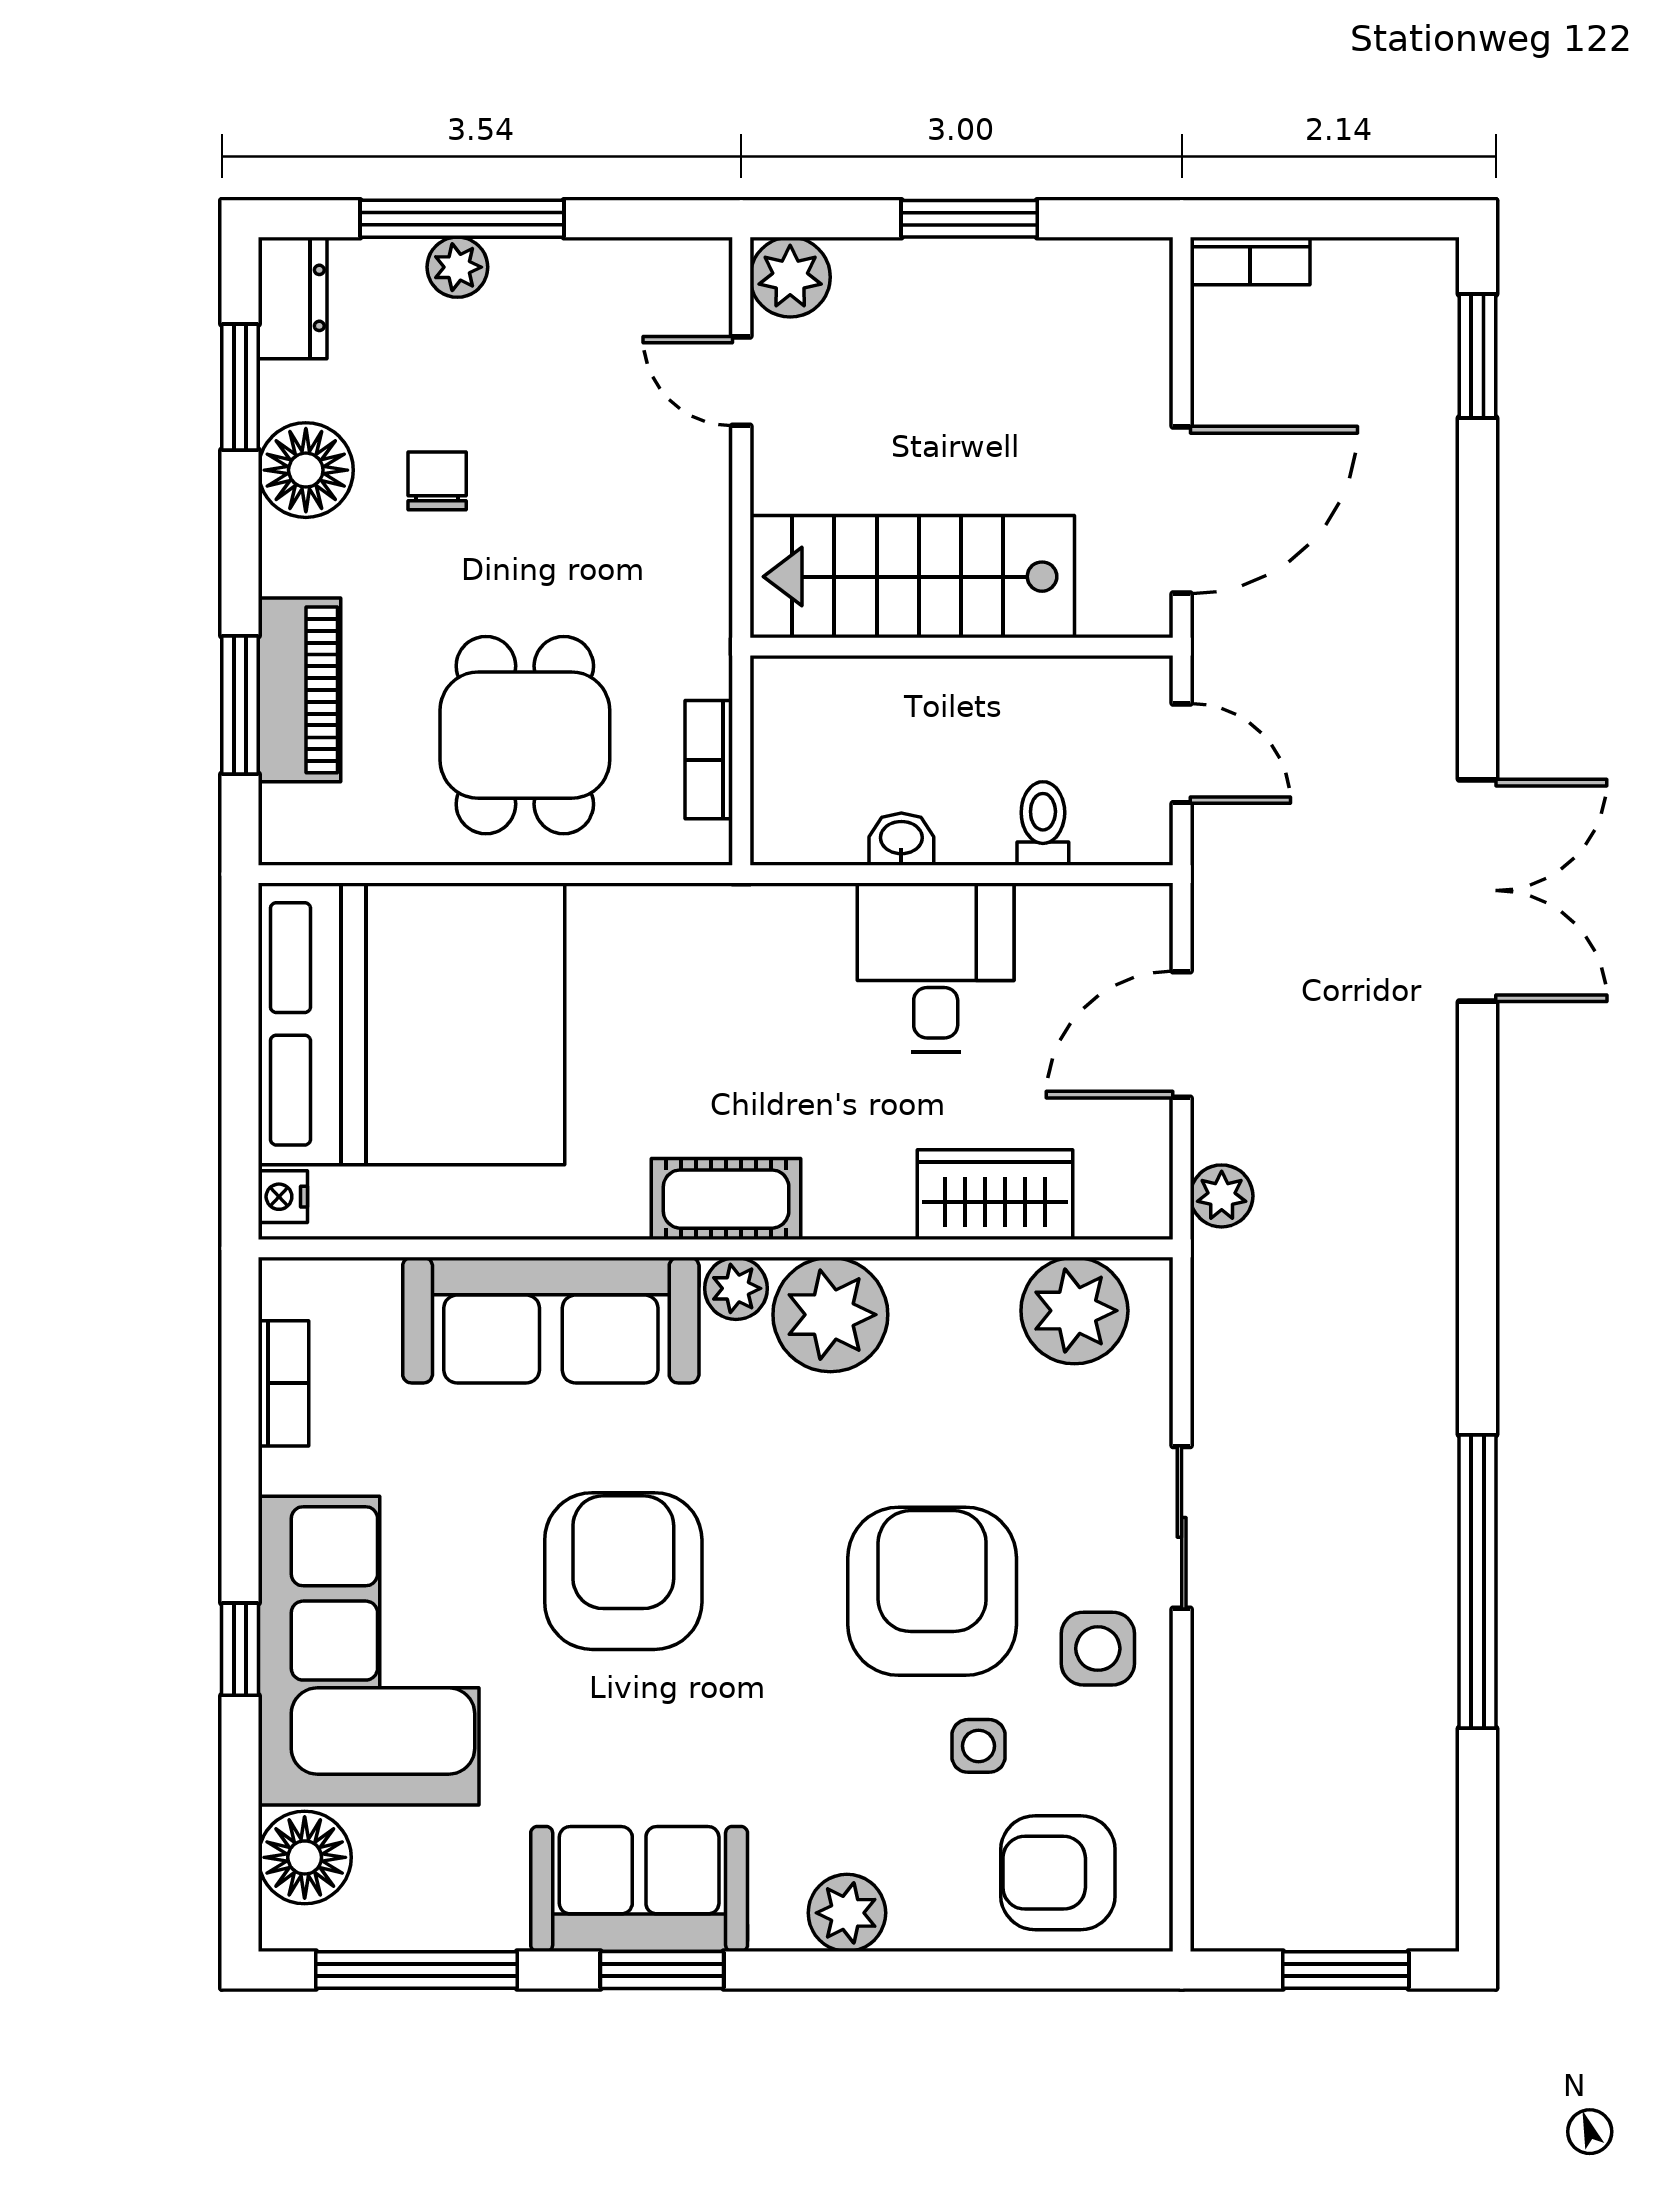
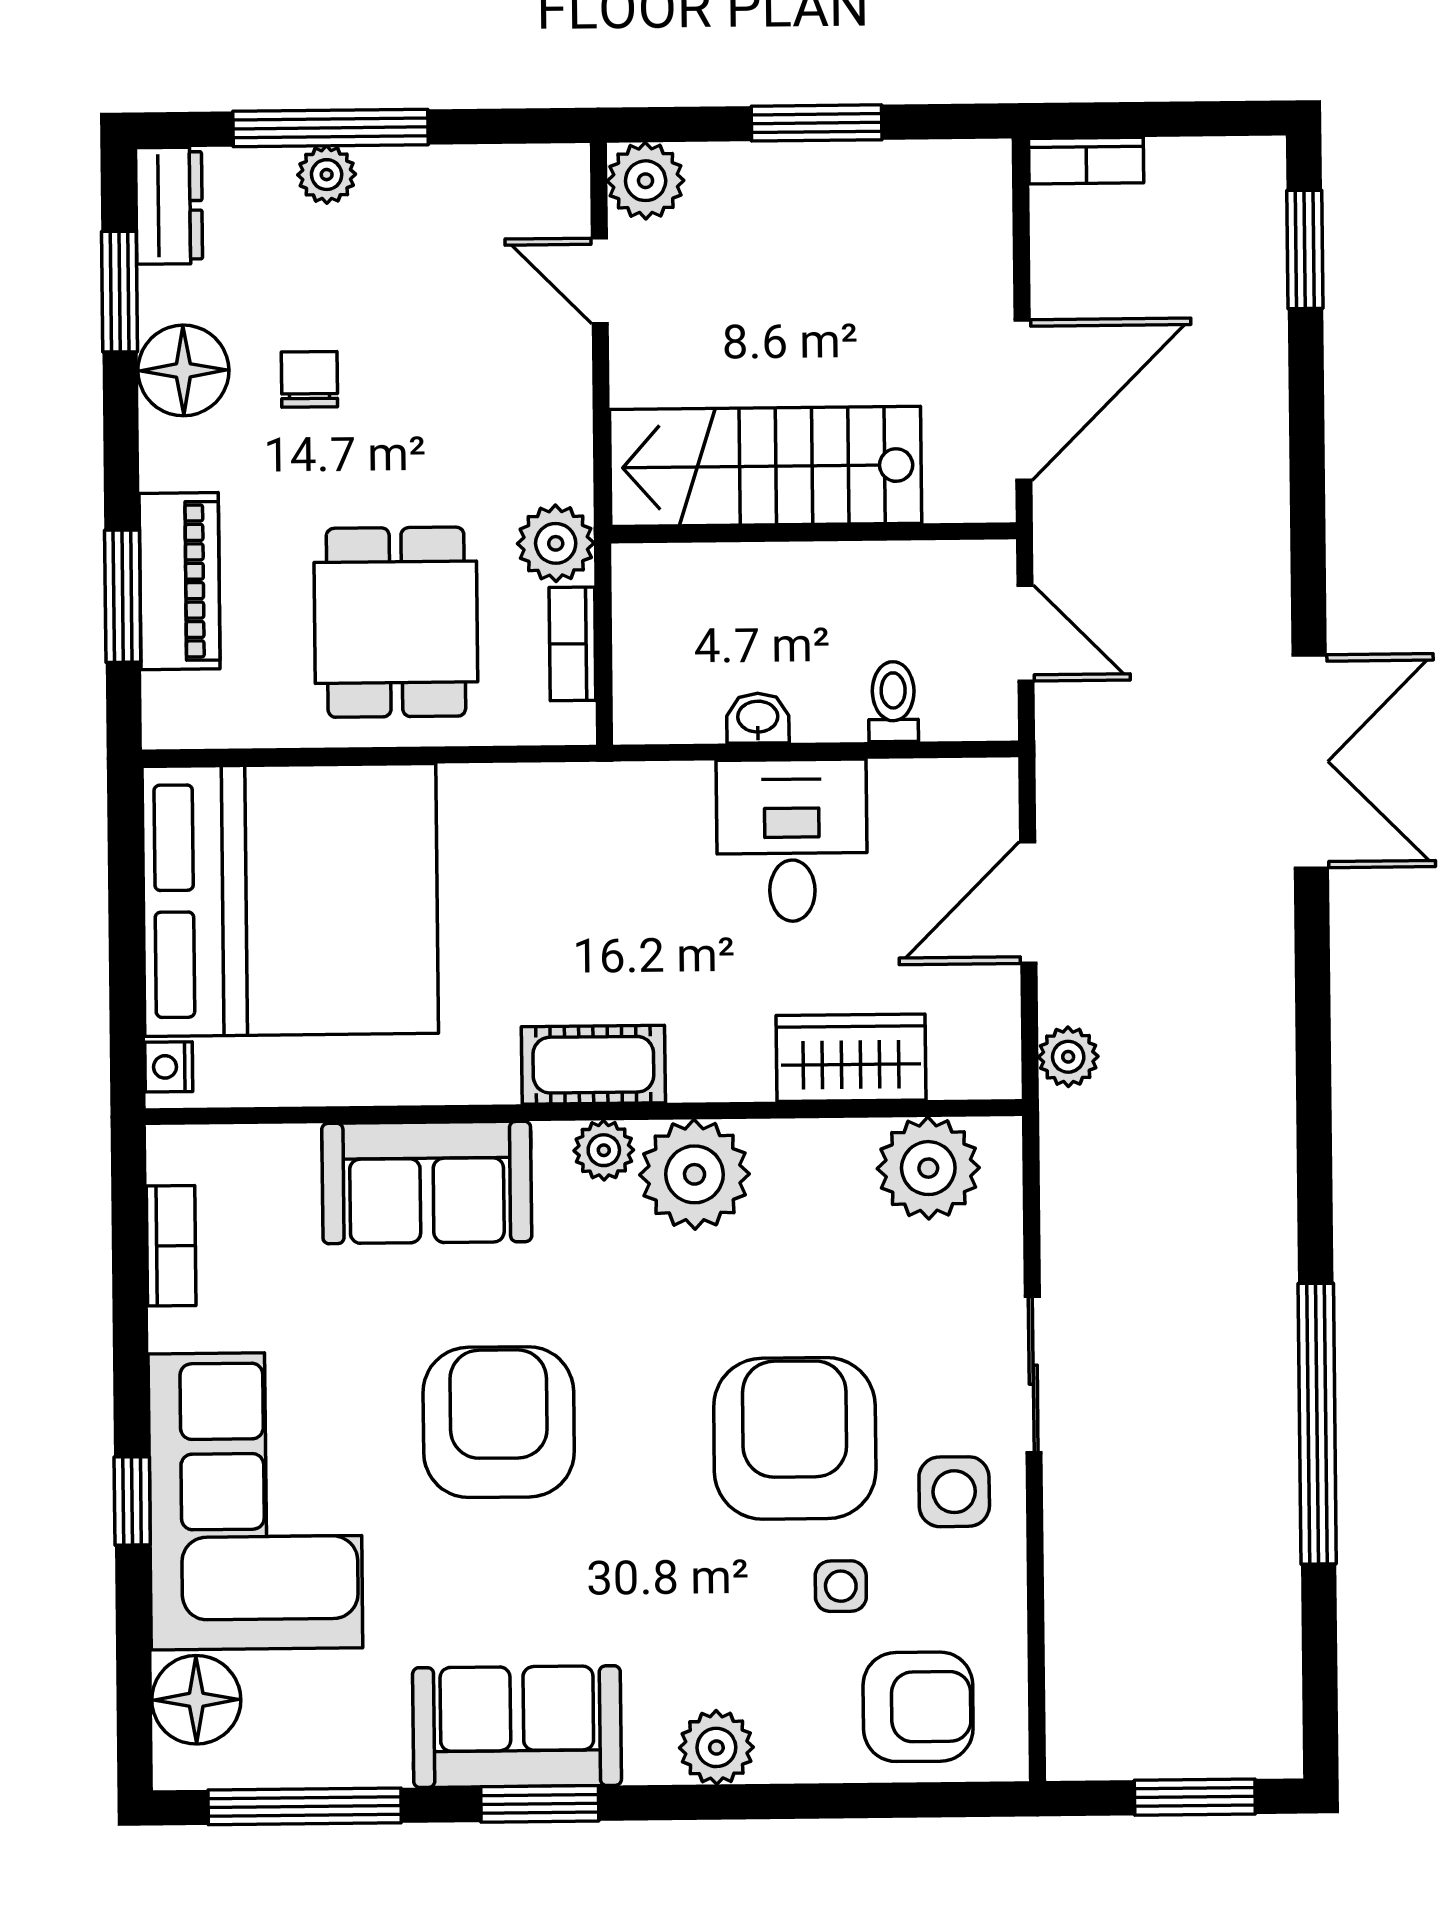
plant: (692, 655) -> (556, 543), added
sofa: (551, 1320) -> (427, 1182), width x0.73
armchair: (1058, 1873) -> (918, 1707), turned 180

